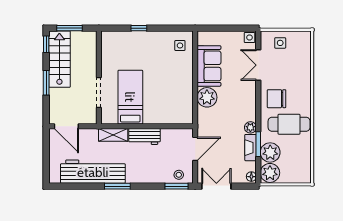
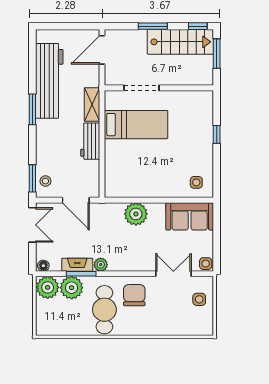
sofa: (209, 66) -> (190, 216), moved

